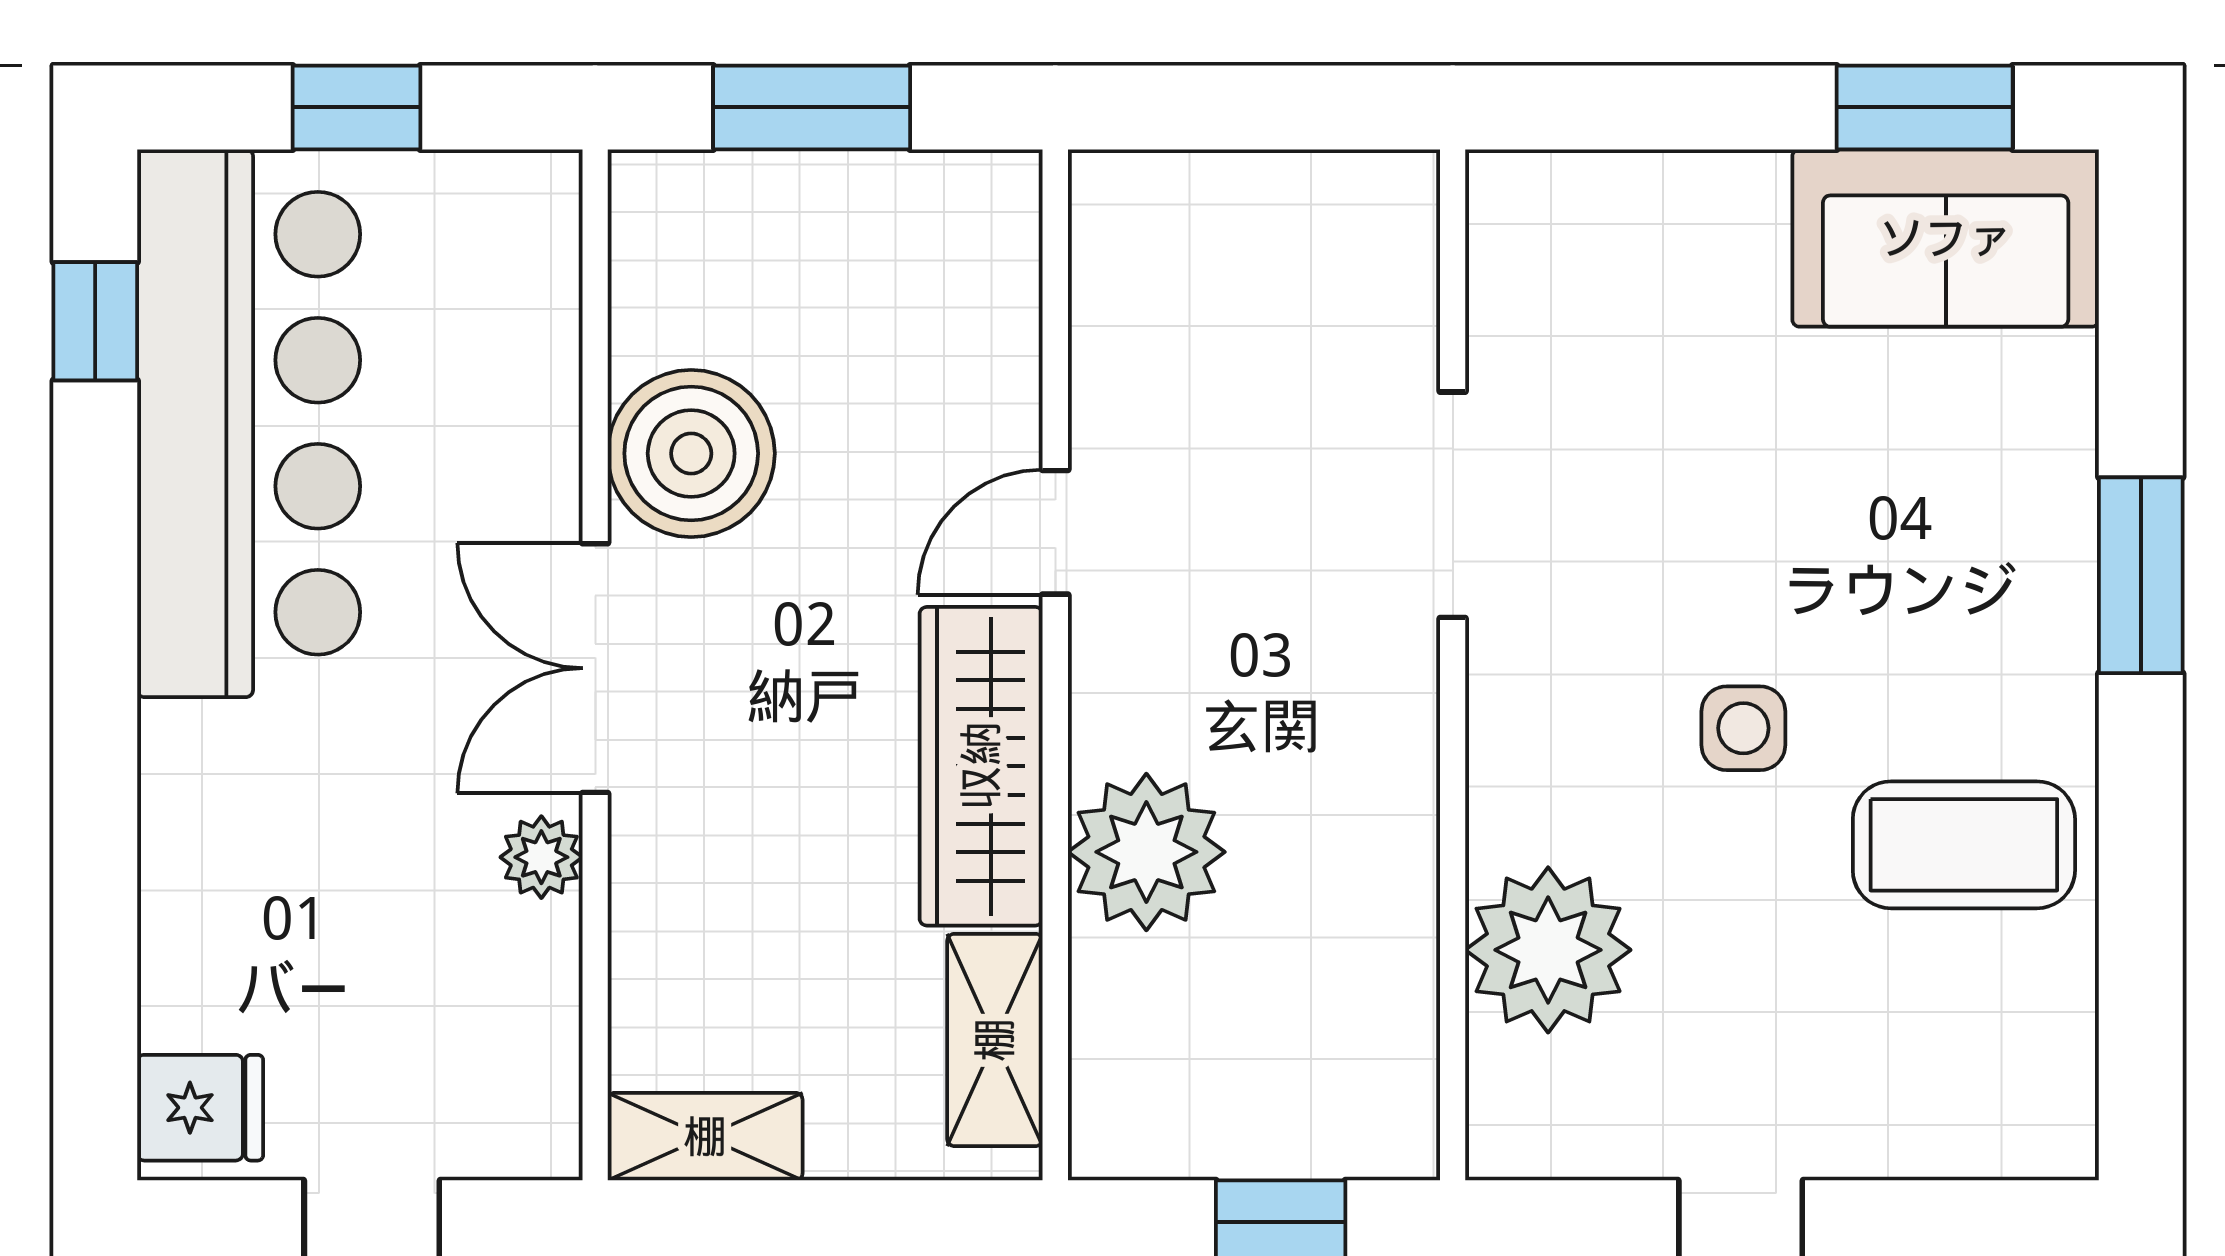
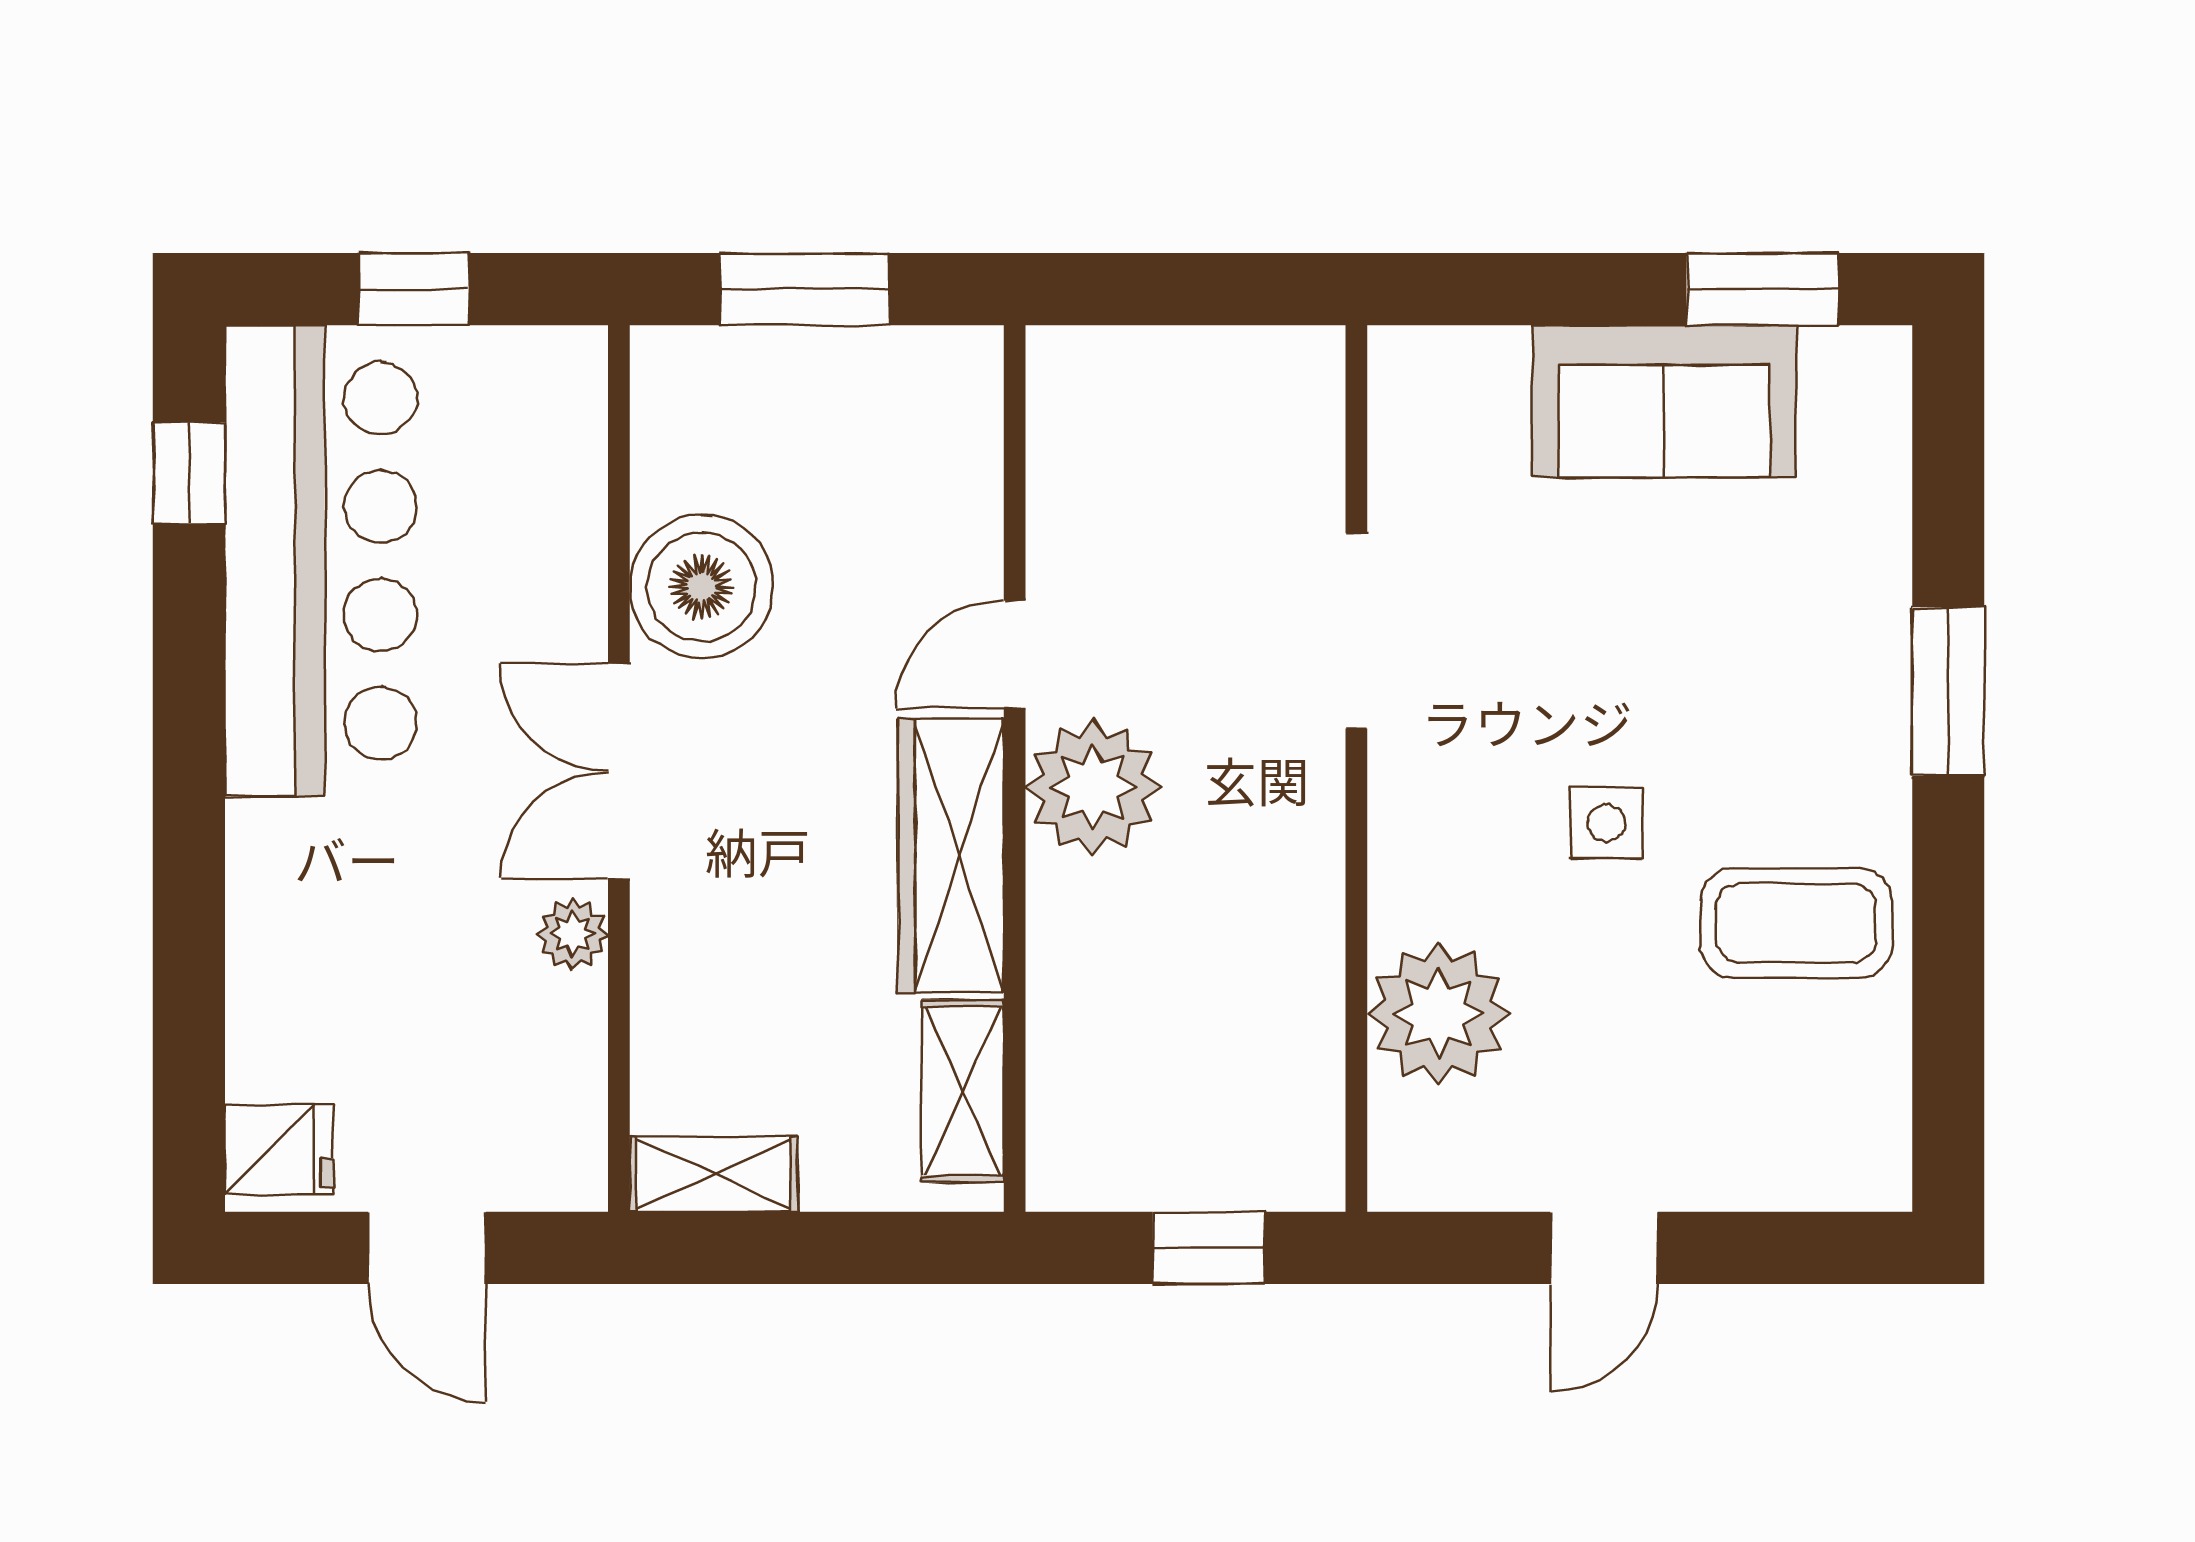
sofa: (1946, 238) -> (1664, 401), moved
plant: (1146, 852) -> (1093, 787), moved

